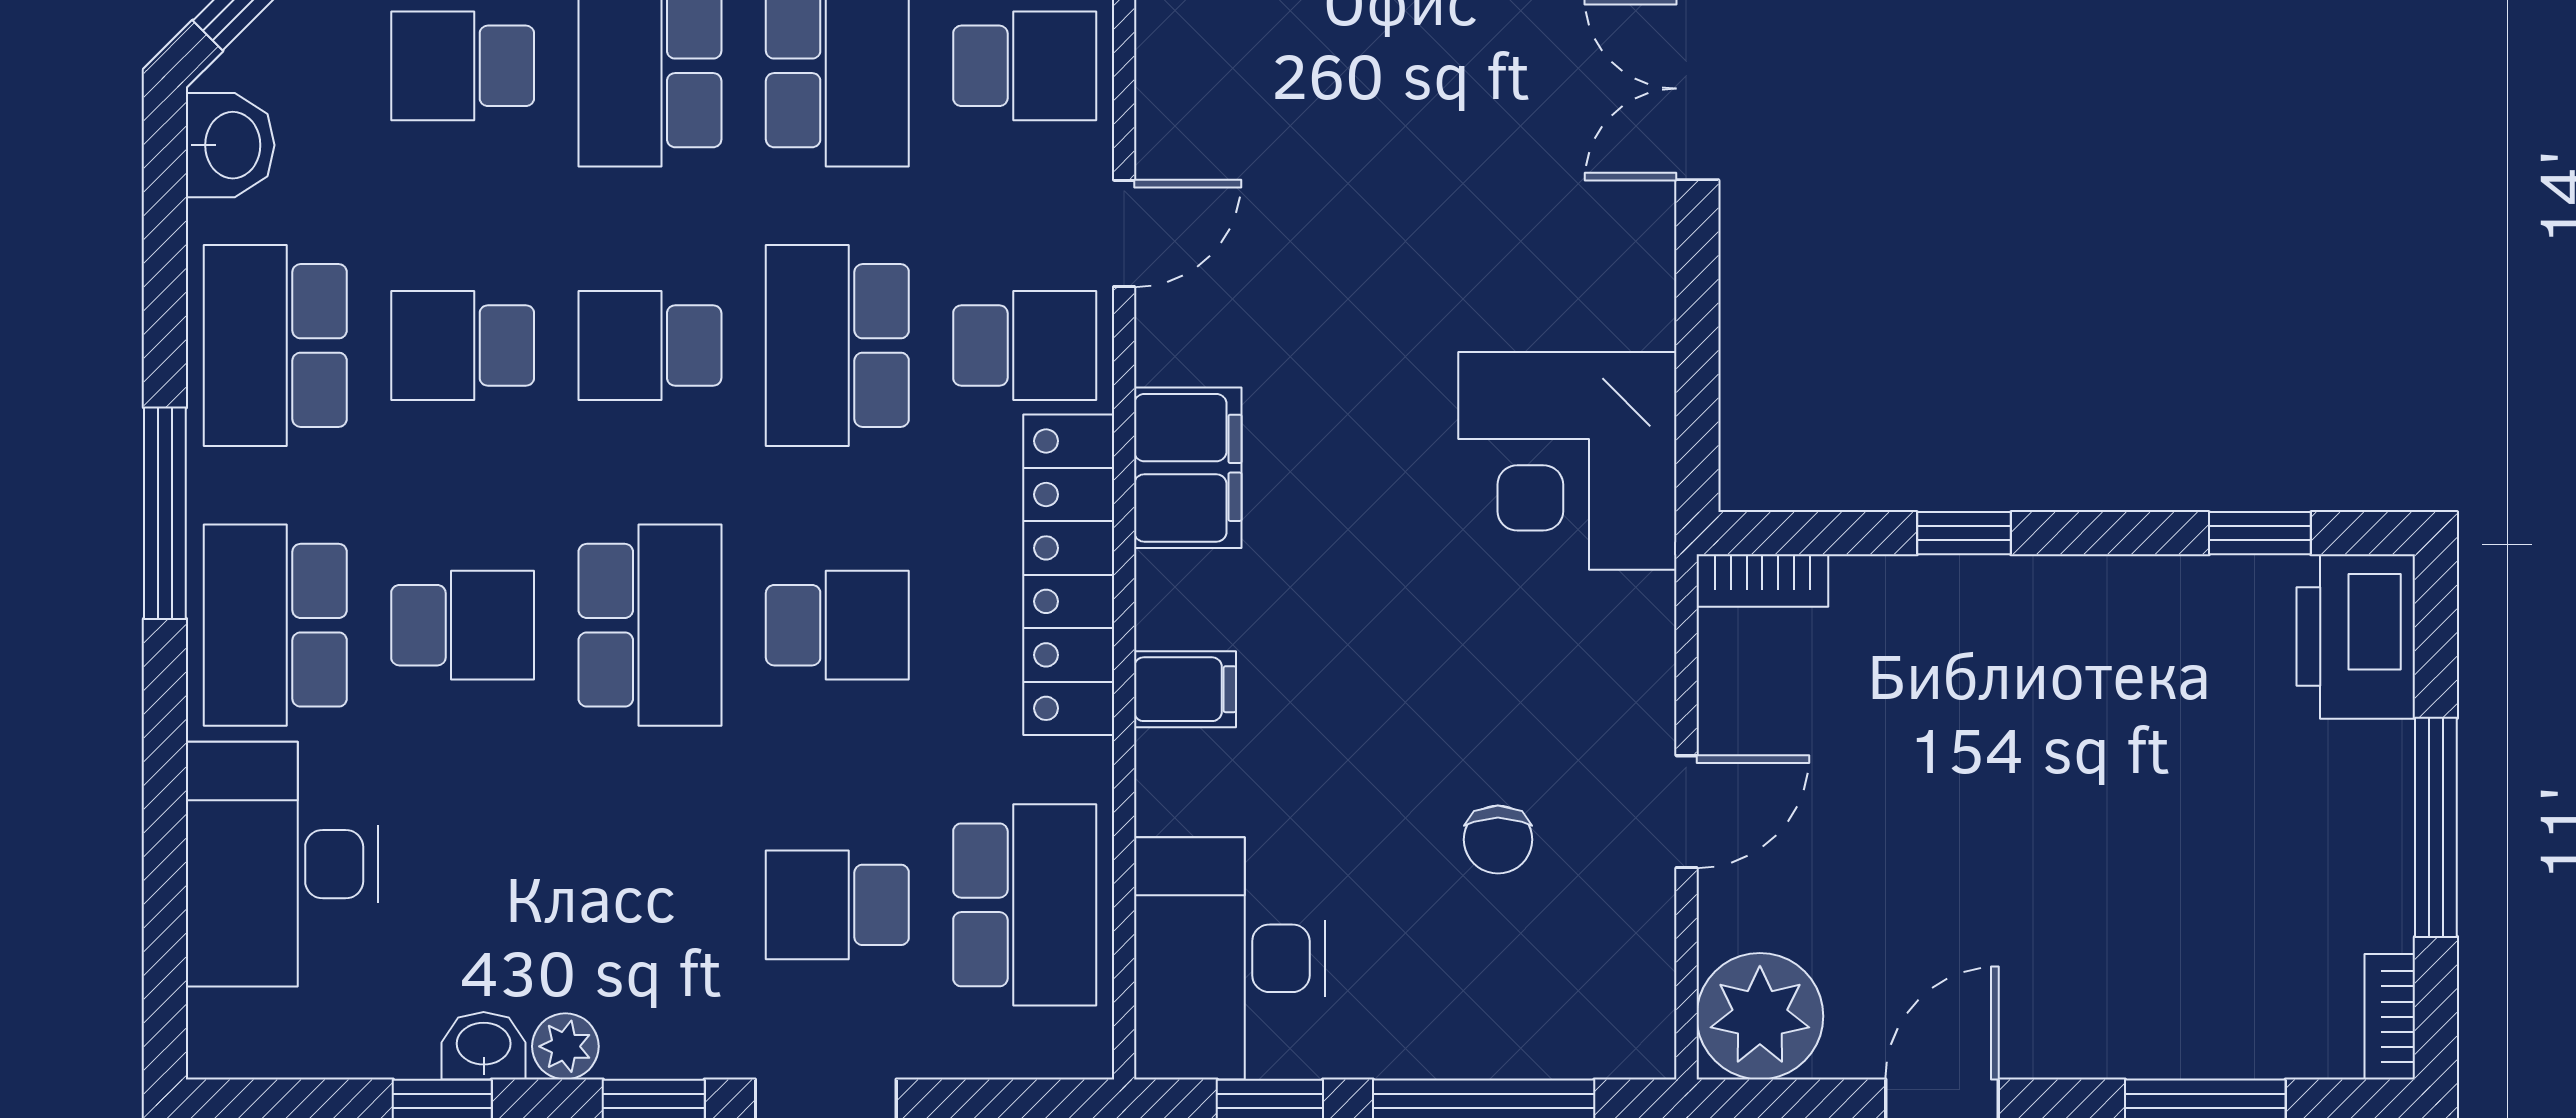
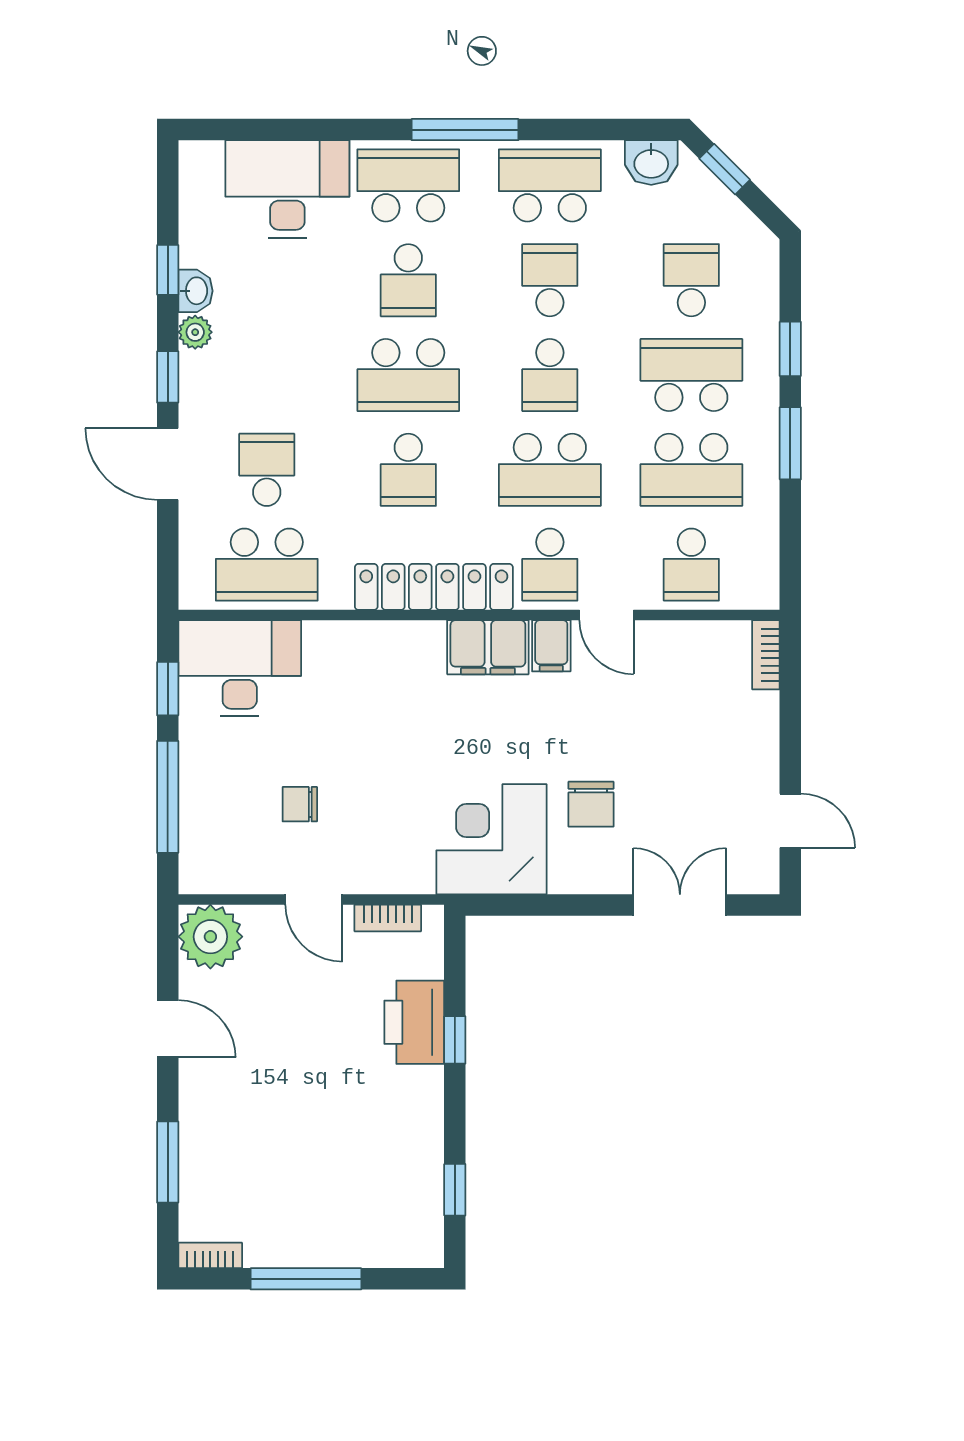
chair: (1498, 264) -> (591, 804), added
school desk: (650, 346) -> (550, 375), turned 180
school desk: (837, 346) -> (550, 470), turned 180
bookcase: (1762, 581) -> (388, 918), moved, turned -90
printer: (2356, 637) -> (414, 1022), moved, turned -90
filing cabinet: (1185, 689) -> (551, 646), moved

